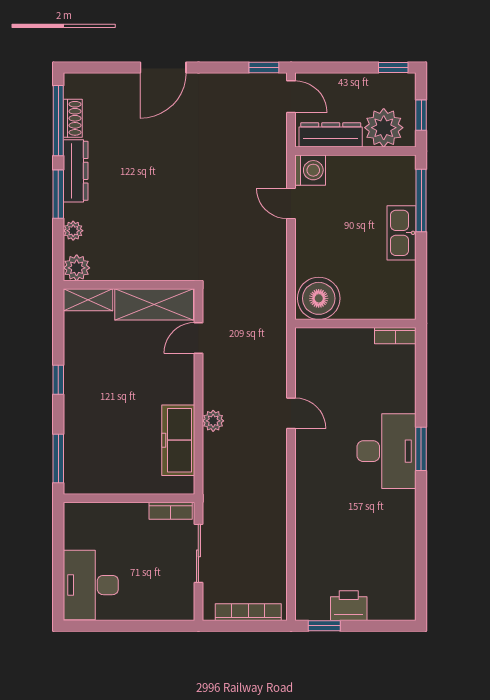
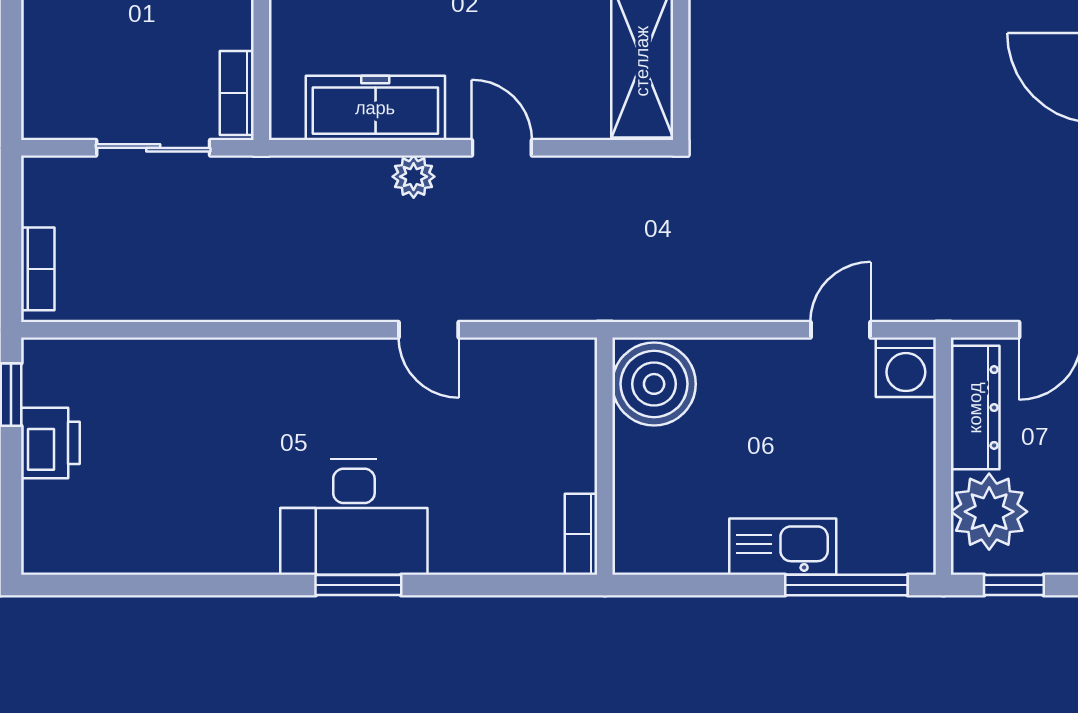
door: (198, 338) -> (502, 148), moved
door: (291, 413) -> (429, 330), hinge flipped
bookcase: (248, 612) -> (38, 269), width x0.64

